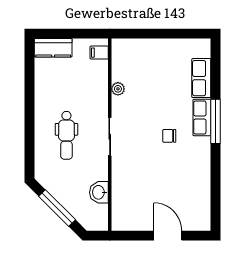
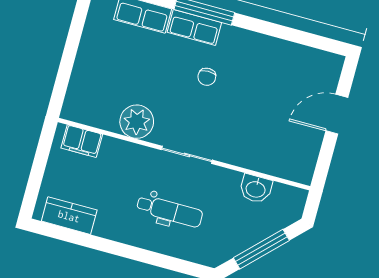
kitchen counter: (53, 48) -> (69, 216), moved, turned -90
filing cabinet: (99, 53) -> (82, 141), width x2.00
plant: (118, 89) -> (137, 122), width x1.88, depth x1.88

